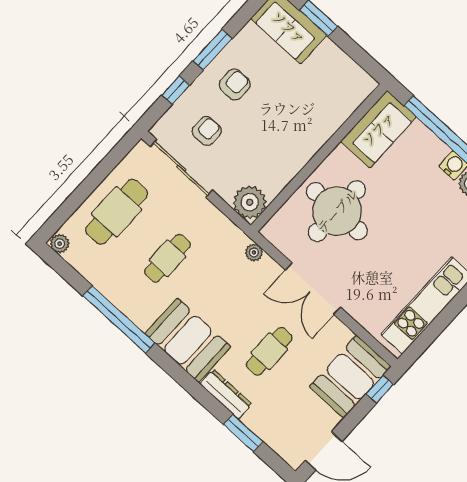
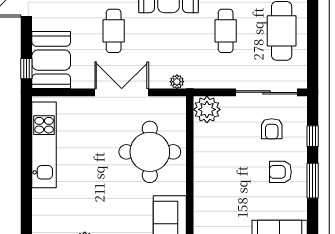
armchair: (235, 85) -> (280, 172), turned 90

